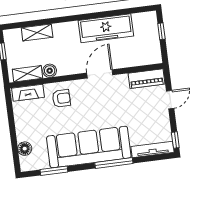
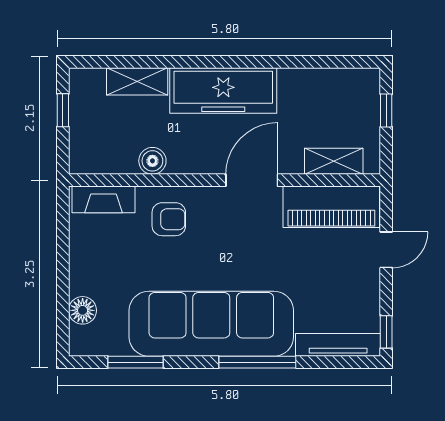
freezer: (106, 28) -> (223, 90), moved
shelving: (28, 74) -> (334, 161), moved
piano: (146, 79) -> (331, 207), width x1.37, depth x1.33

